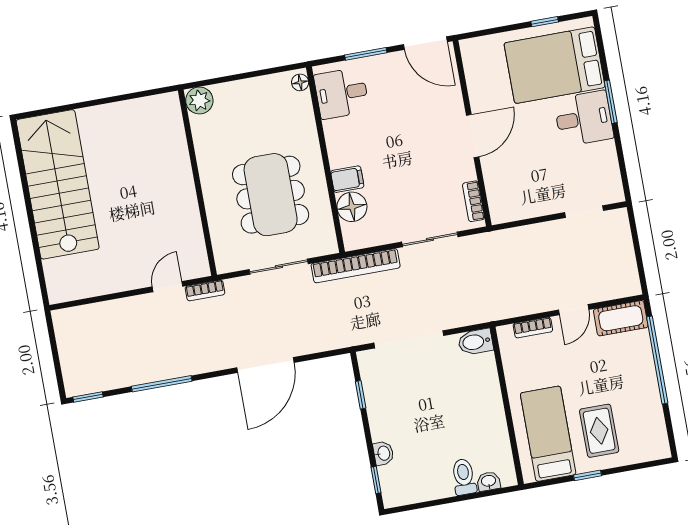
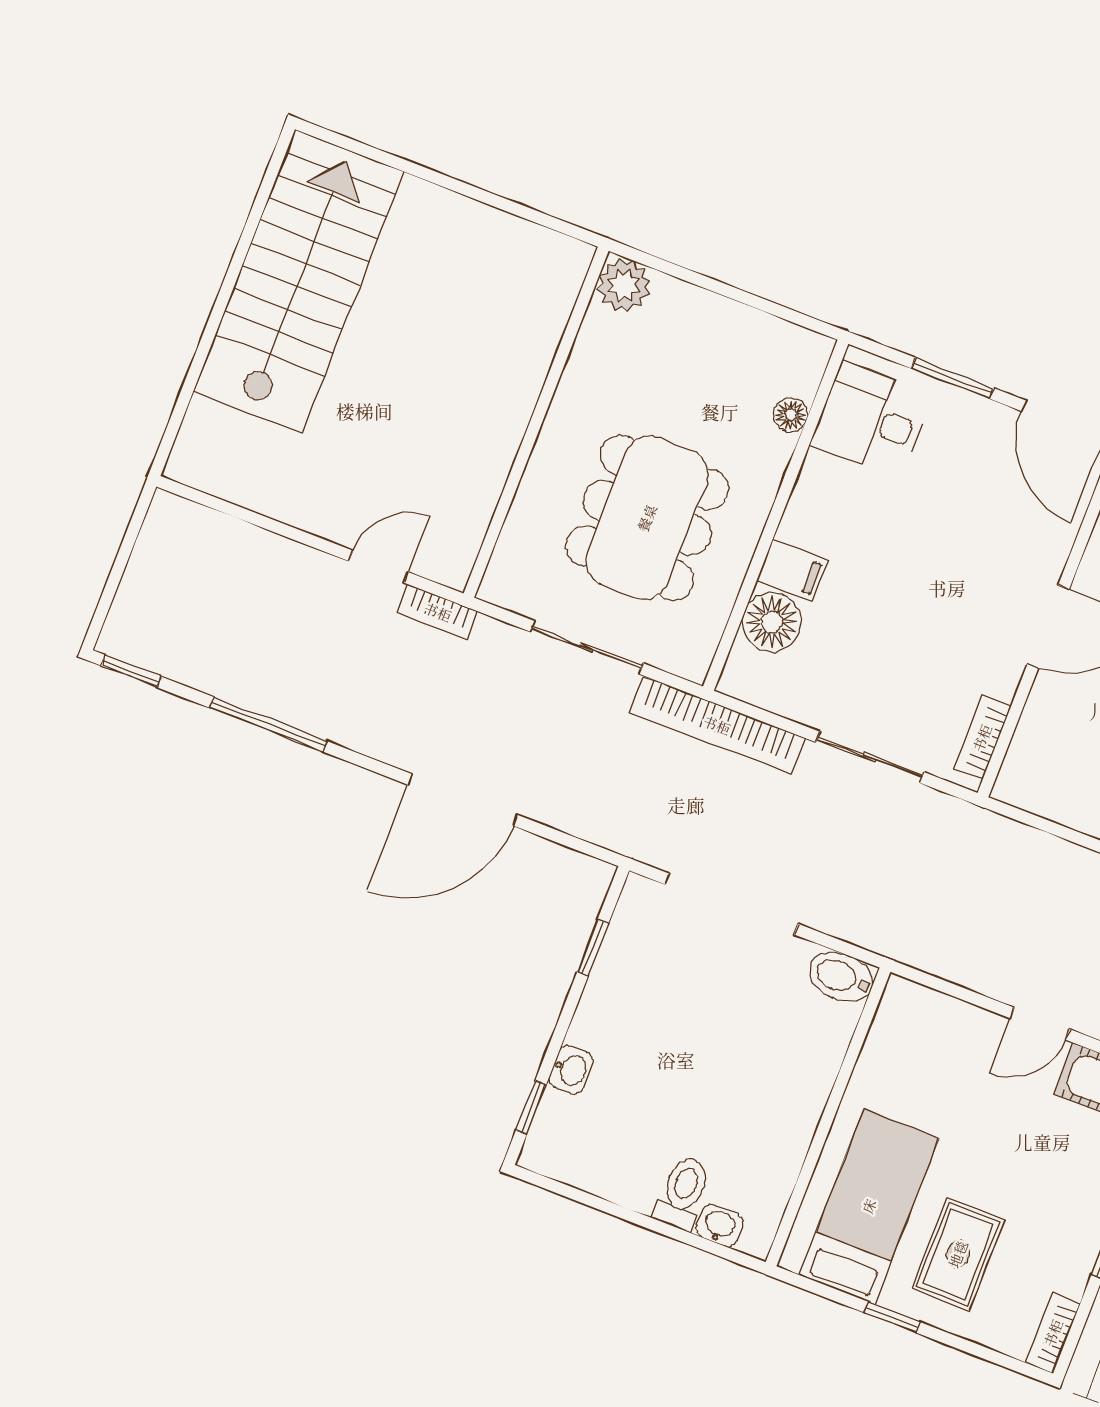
floor lamp: (300, 82) -> (791, 415), moved
bookcase: (533, 328) -> (1053, 1333), moved, turned 90

